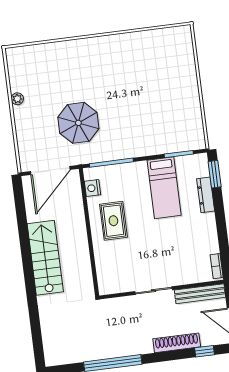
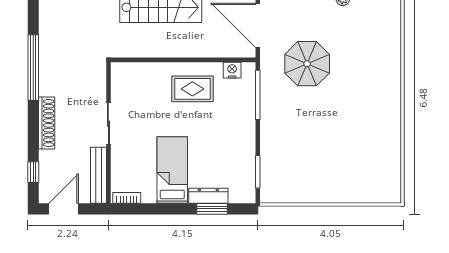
window: (215, 174) -> (212, 209), moved
bed: (164, 188) -> (172, 170), moved, turned 90
shoe rack: (177, 343) -> (47, 123), moved

